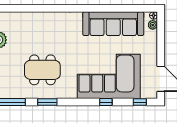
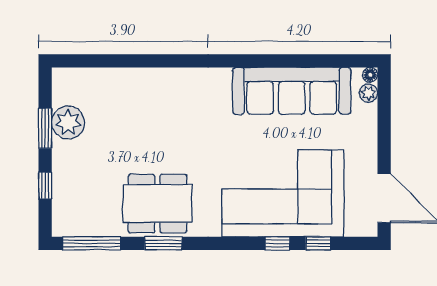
dining table: (42, 70) -> (157, 204), moved
window: (140, 102) -> (318, 243), moved

